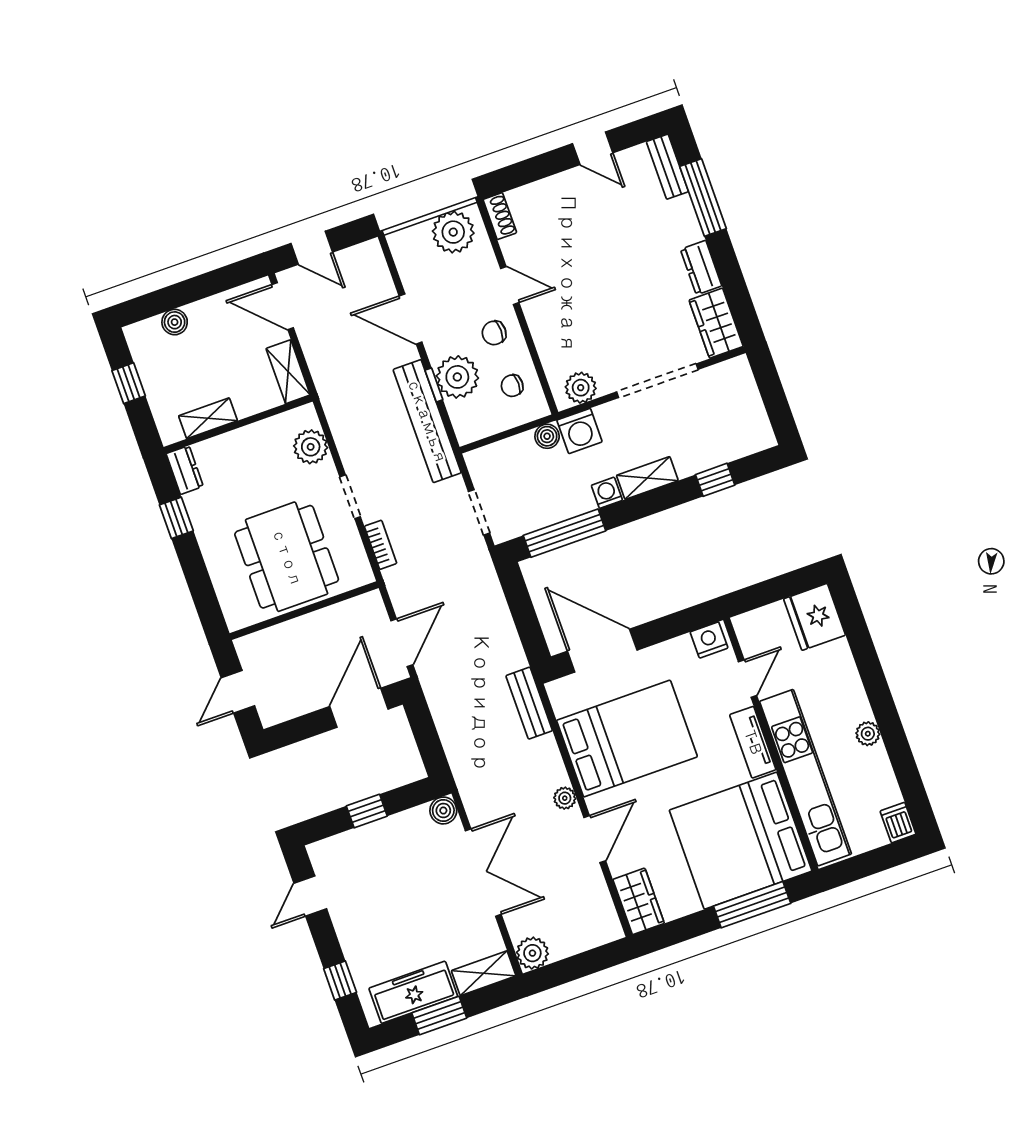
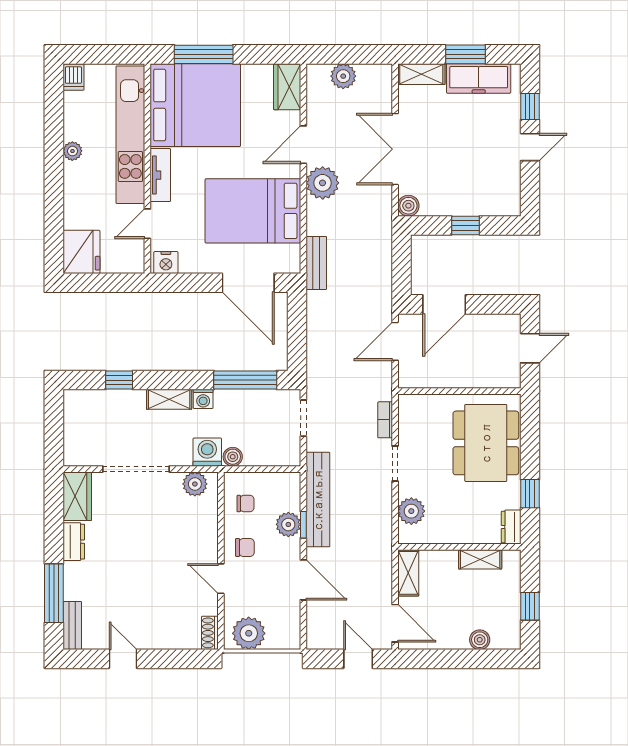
plant: (457, 377) -> (288, 524), width x0.73, depth x0.73
dining table: (287, 557) -> (486, 443), moved
plant: (565, 798) -> (323, 183), width x1.88, depth x1.88
door: (310, 896) -> (530, 147), moved
plant: (532, 953) -> (343, 76), moved

